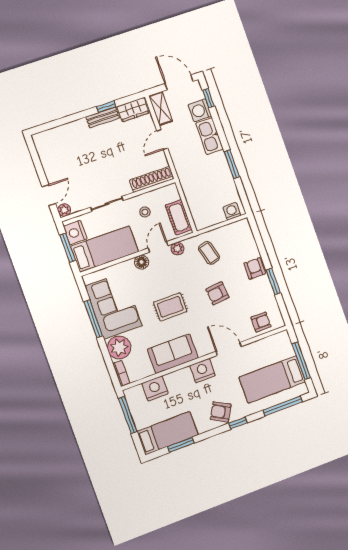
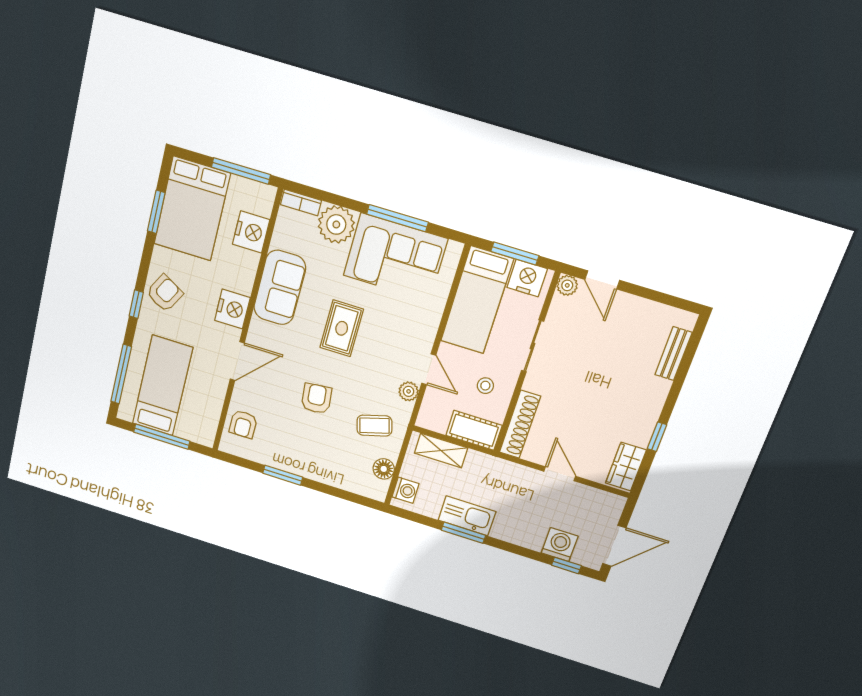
shelving: (161, 109) -> (441, 451), moved
bench: (103, 117) -> (673, 354), moved
kitchen sink: (209, 136) -> (467, 516), moved
cot: (179, 217) -> (474, 430), moved
floor lamp: (142, 262) -> (384, 469), moved
armchair: (255, 268) -> (315, 465), removed
bed: (168, 433) -> (192, 209), width x1.50

